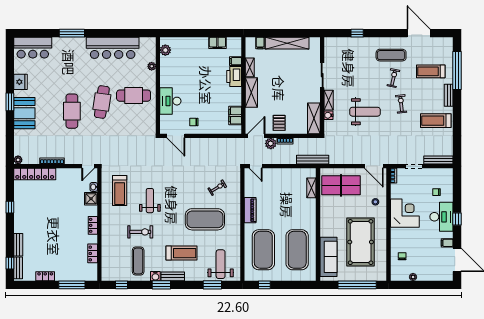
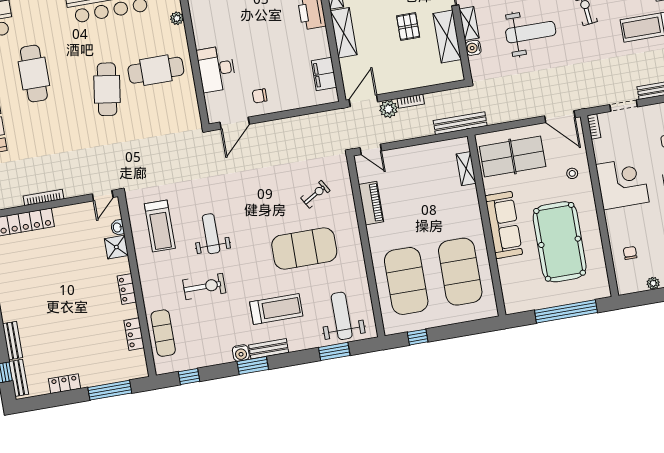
cafe table: (72, 111) -> (34, 74), moved
shelving: (314, 118) -> (447, 36), moved
pallet: (279, 123) -> (408, 27), moved
door: (176, 136) -> (235, 123), hinge flipped
piano: (250, 210) -> (371, 203), moved
sofa: (328, 257) -> (504, 225), moved
exercise mat: (138, 261) -> (163, 333), moved

